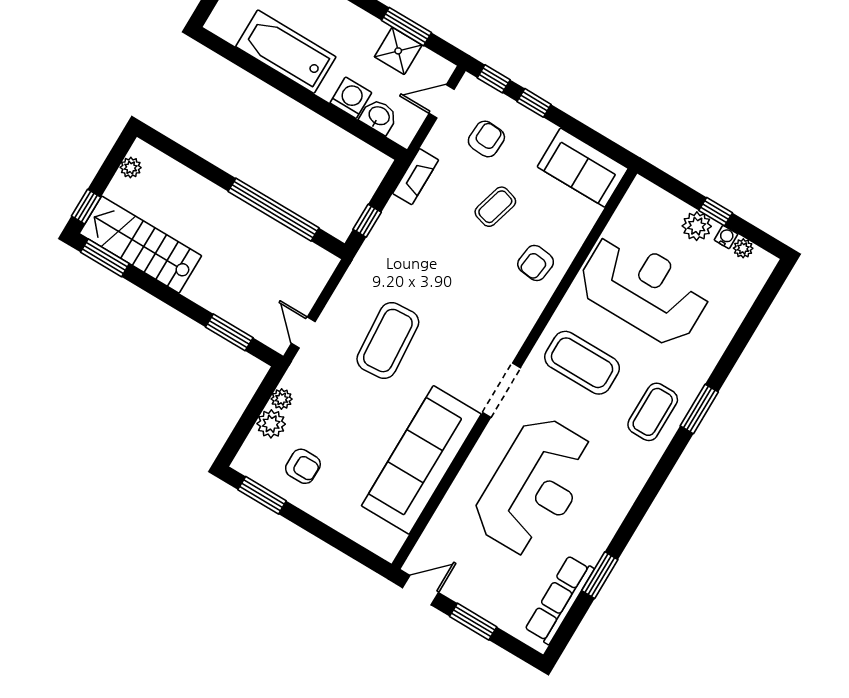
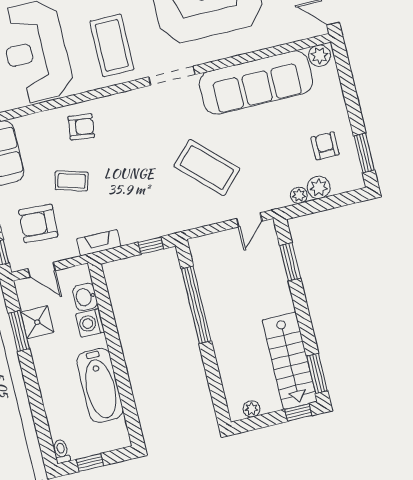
armchair: (486, 139) -> (38, 223), width x1.38, depth x1.38
coffee table: (388, 341) -> (207, 168), turned 48
plant: (389, 541) -> (320, 56), added

